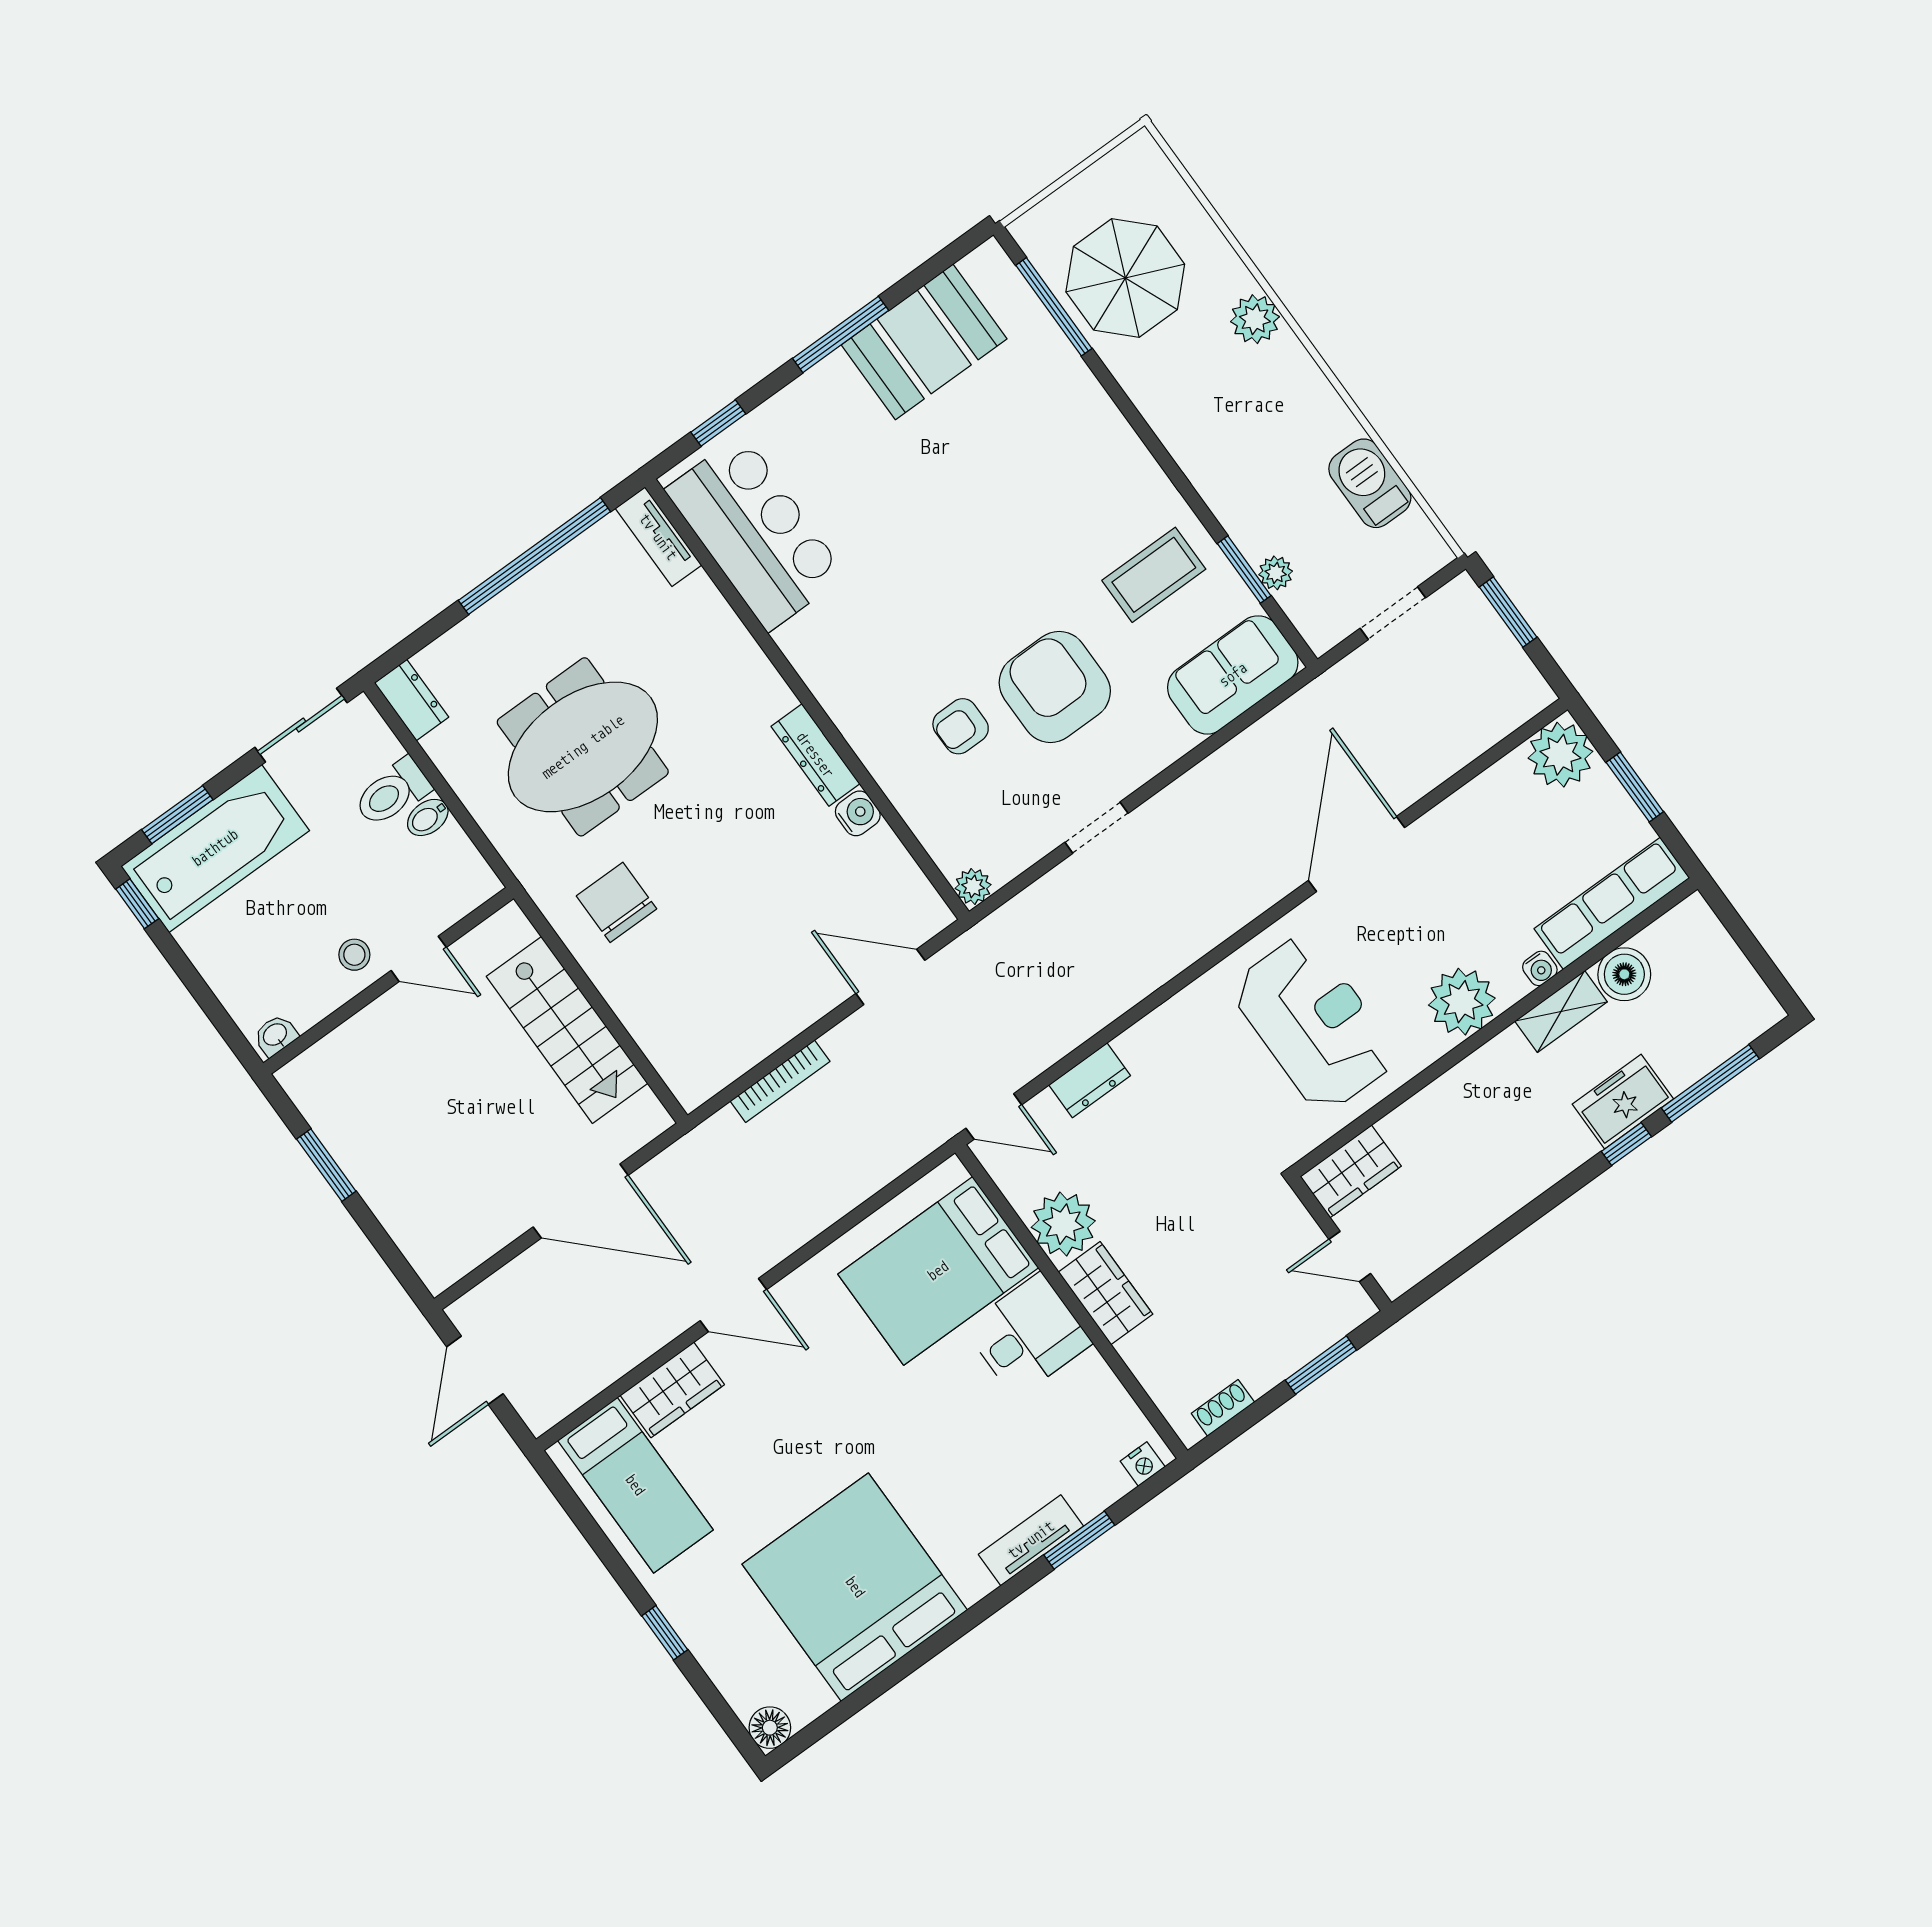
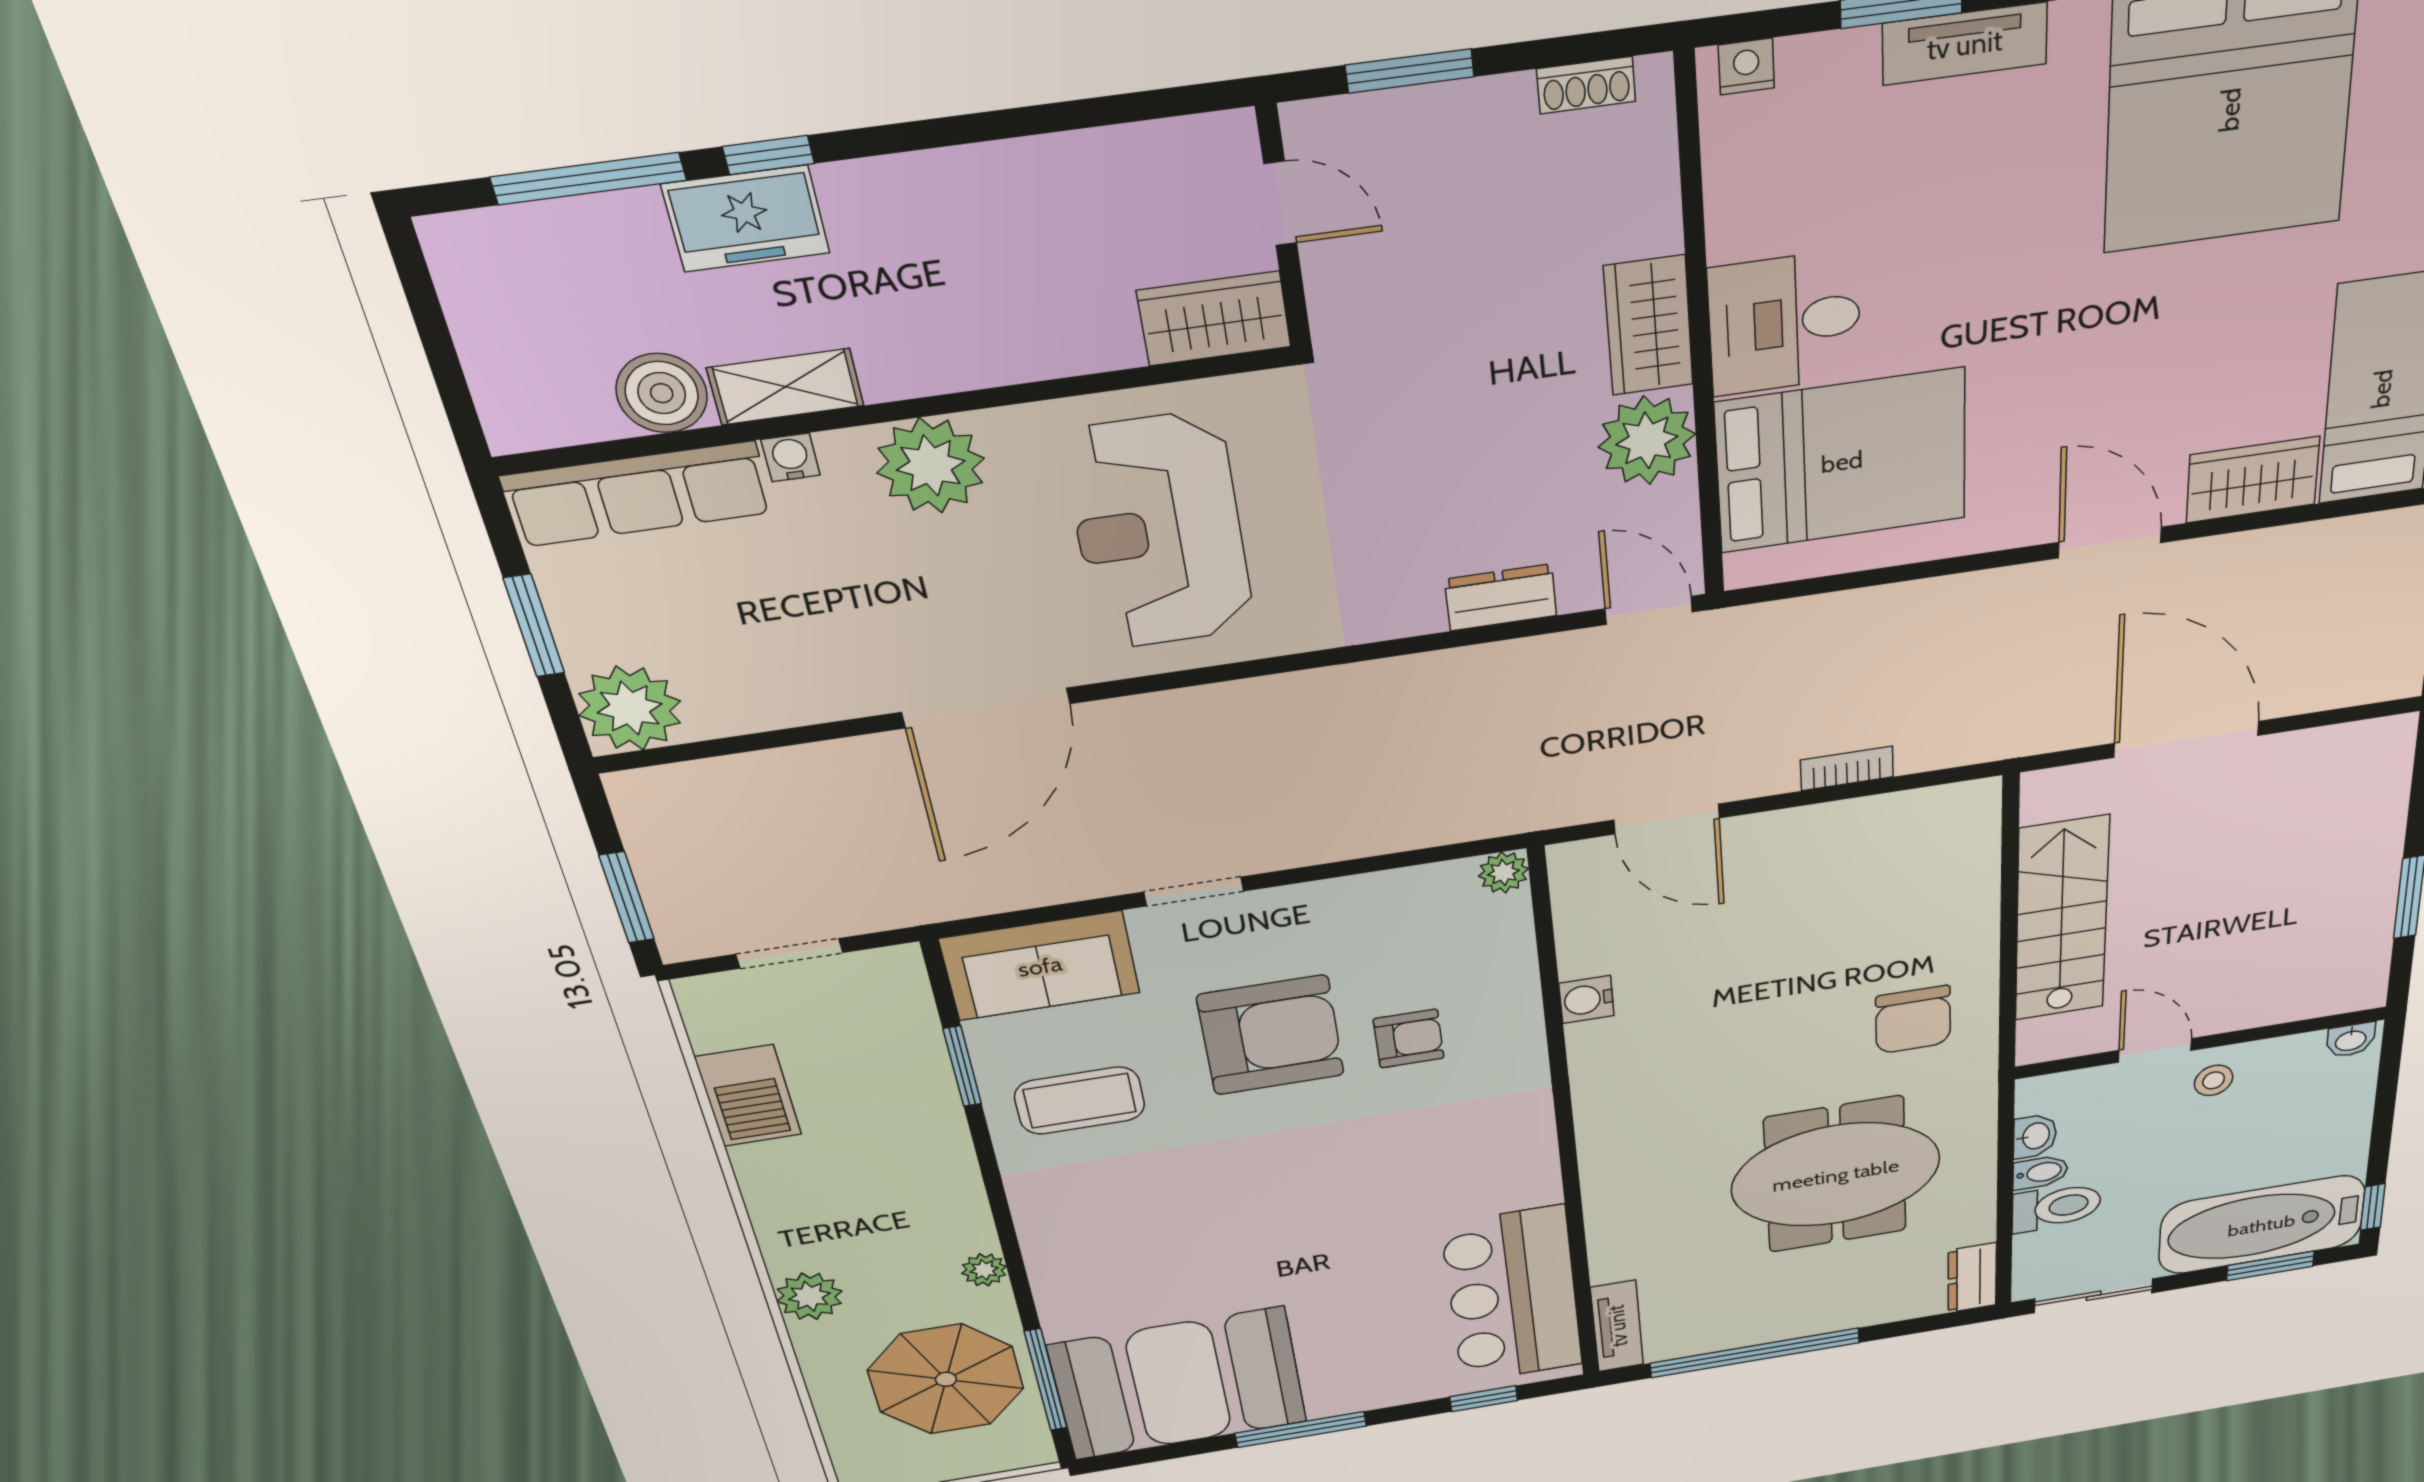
booth: (924, 342) -> (1179, 1384), width x1.36, depth x1.42
plant: (1276, 573) -> (984, 1270), moved
armchair: (1055, 687) -> (1271, 1035), turned -90
dresser: (815, 755) -> (1594, 1074), removed
doorway: (1096, 828) -> (1194, 892), moved
washbasin: (455, 847) -> (2035, 1136), added
bookcase: (780, 1081) -> (1847, 768), width x0.64

